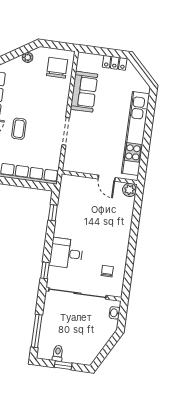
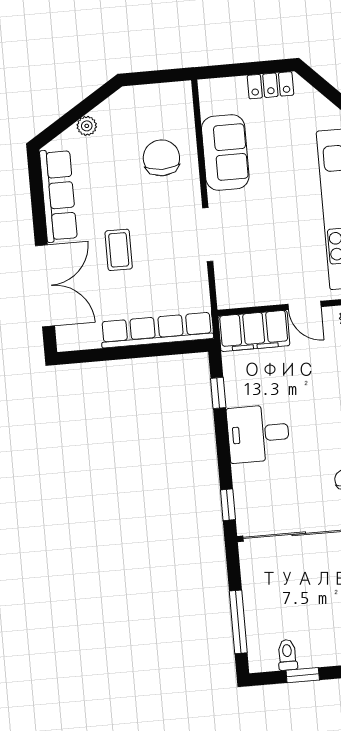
plant: (28, 57) -> (87, 126), moved
chair: (57, 68) -> (161, 158), moved
filing cabinet: (78, 185) -> (254, 331), added
desk: (66, 253) -> (258, 434), moved

